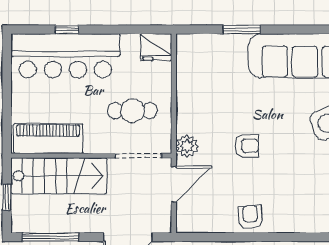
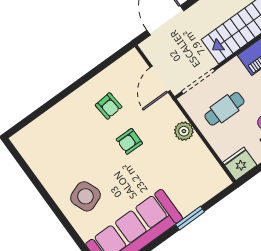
plant: (187, 146) -> (184, 131), moved
armchair: (250, 217) -> (109, 106), moved

